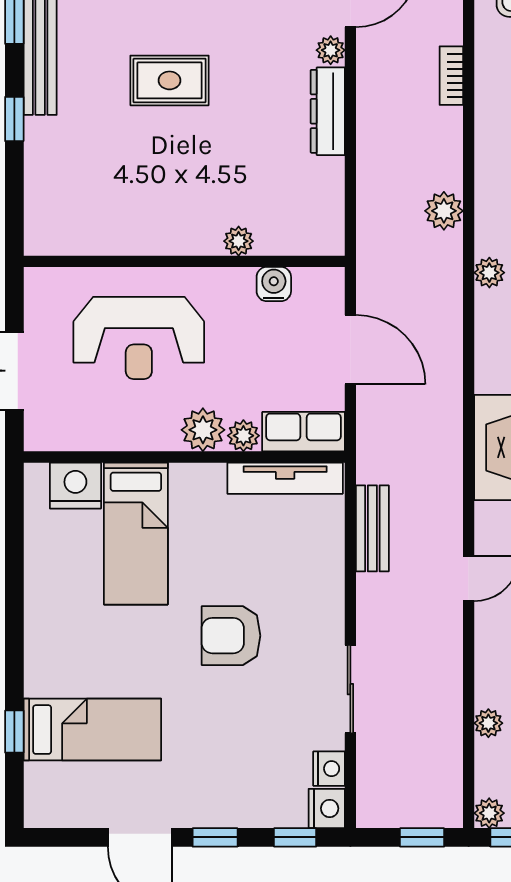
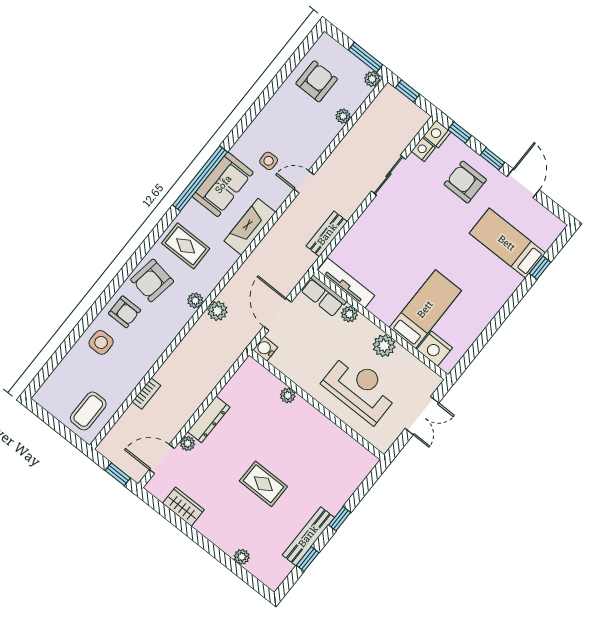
plant: (444, 211) -> (217, 311), moved
water cooler: (274, 284) -> (265, 349), moved, turned 90
plant: (203, 430) -> (384, 346), moved
armchair: (231, 636) -> (465, 182), moved, turned 180

